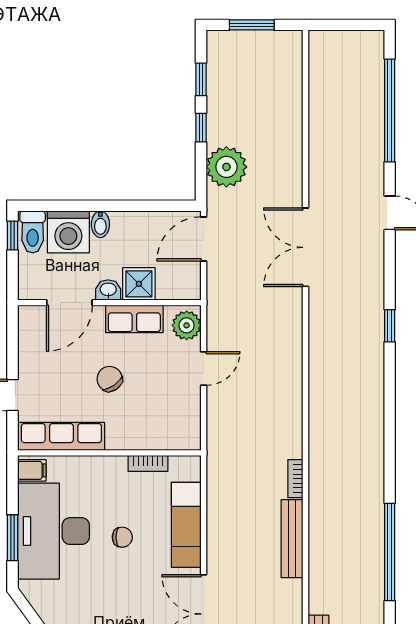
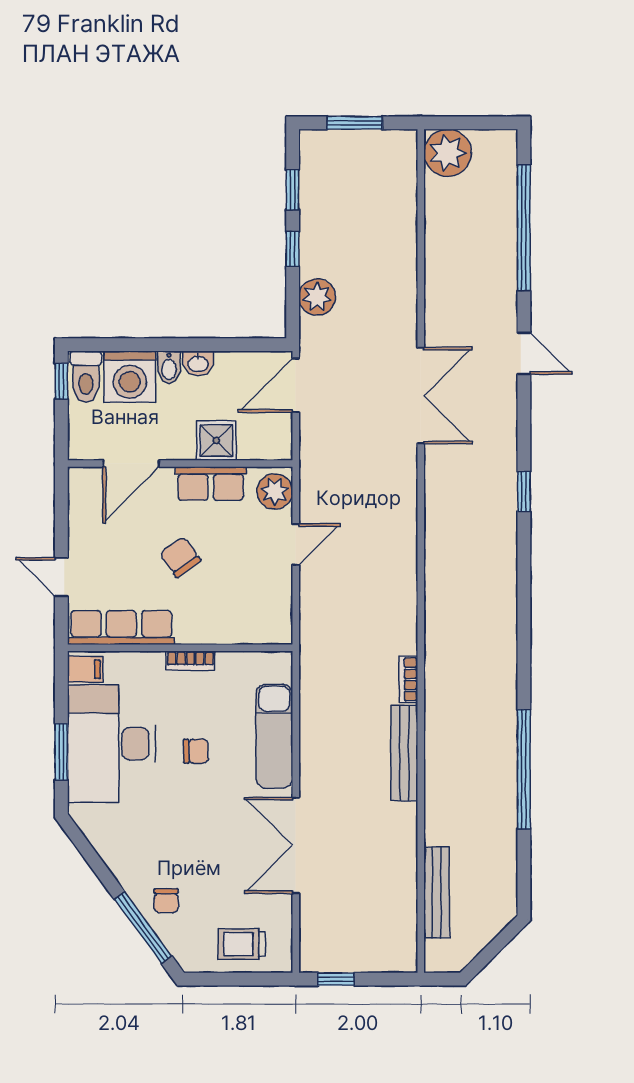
plant: (327, 49) -> (448, 153), added
plant: (226, 167) -> (317, 297), width x0.73, depth x0.73
double door: (306, 247) -> (421, 396), swing flipped
washbasin: (108, 290) -> (198, 363), moved, turned 180
bookcase: (148, 463) -> (190, 661), moved

